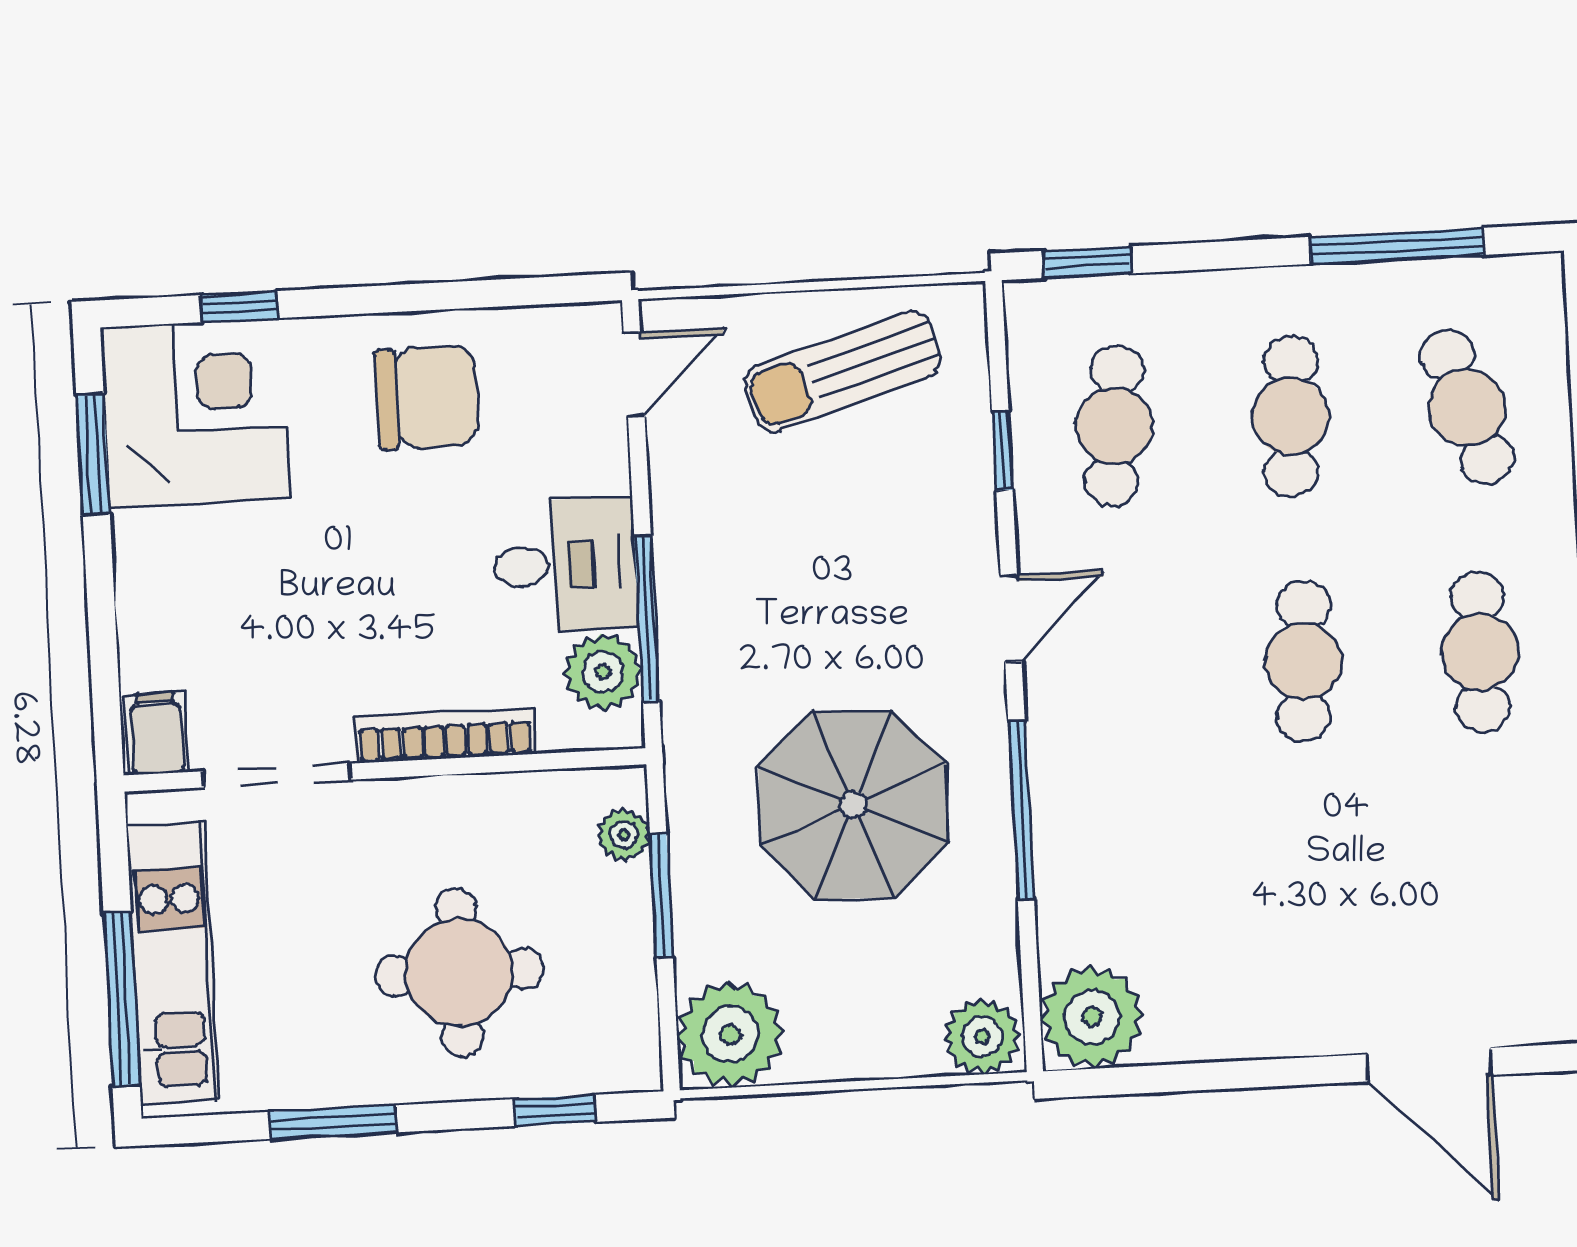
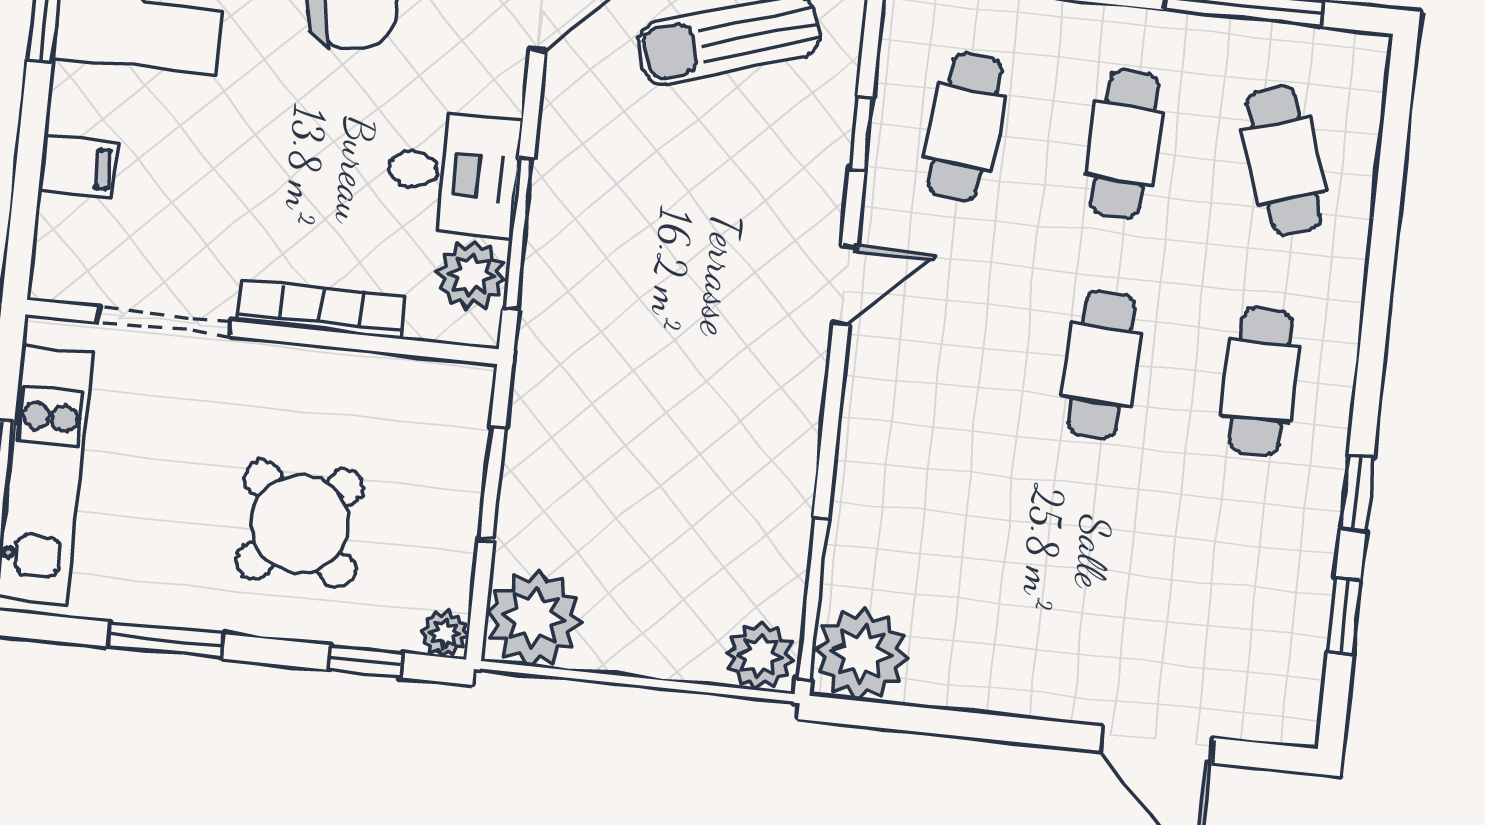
filing cabinet: (157, 733) -> (78, 167), moved, turned 90
parasol: (853, 805) -> (677, 429), removed
window: (1021, 810) -> (812, 599), moved
plant: (624, 835) -> (445, 633), moved
round table: (459, 972) -> (300, 524), turned 45

